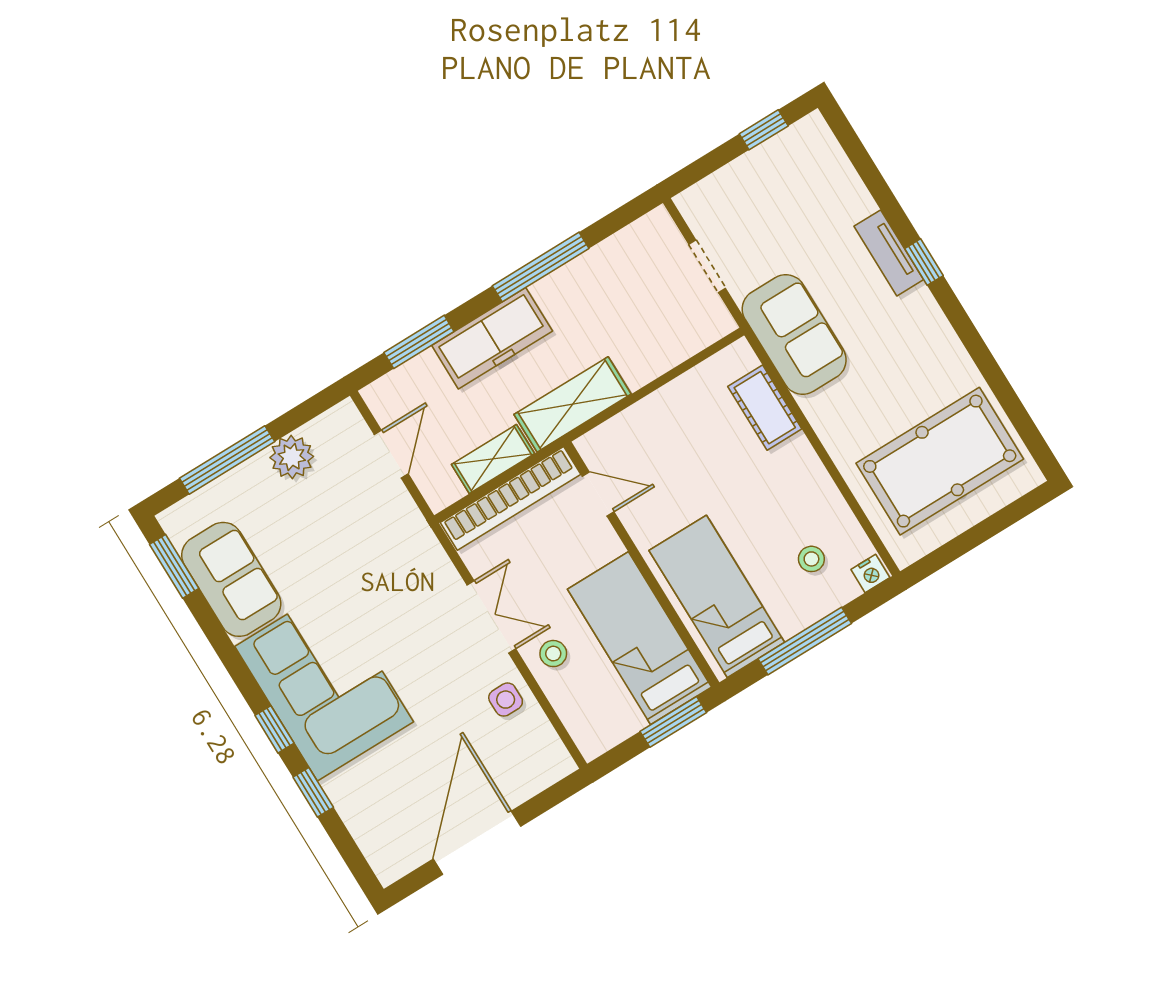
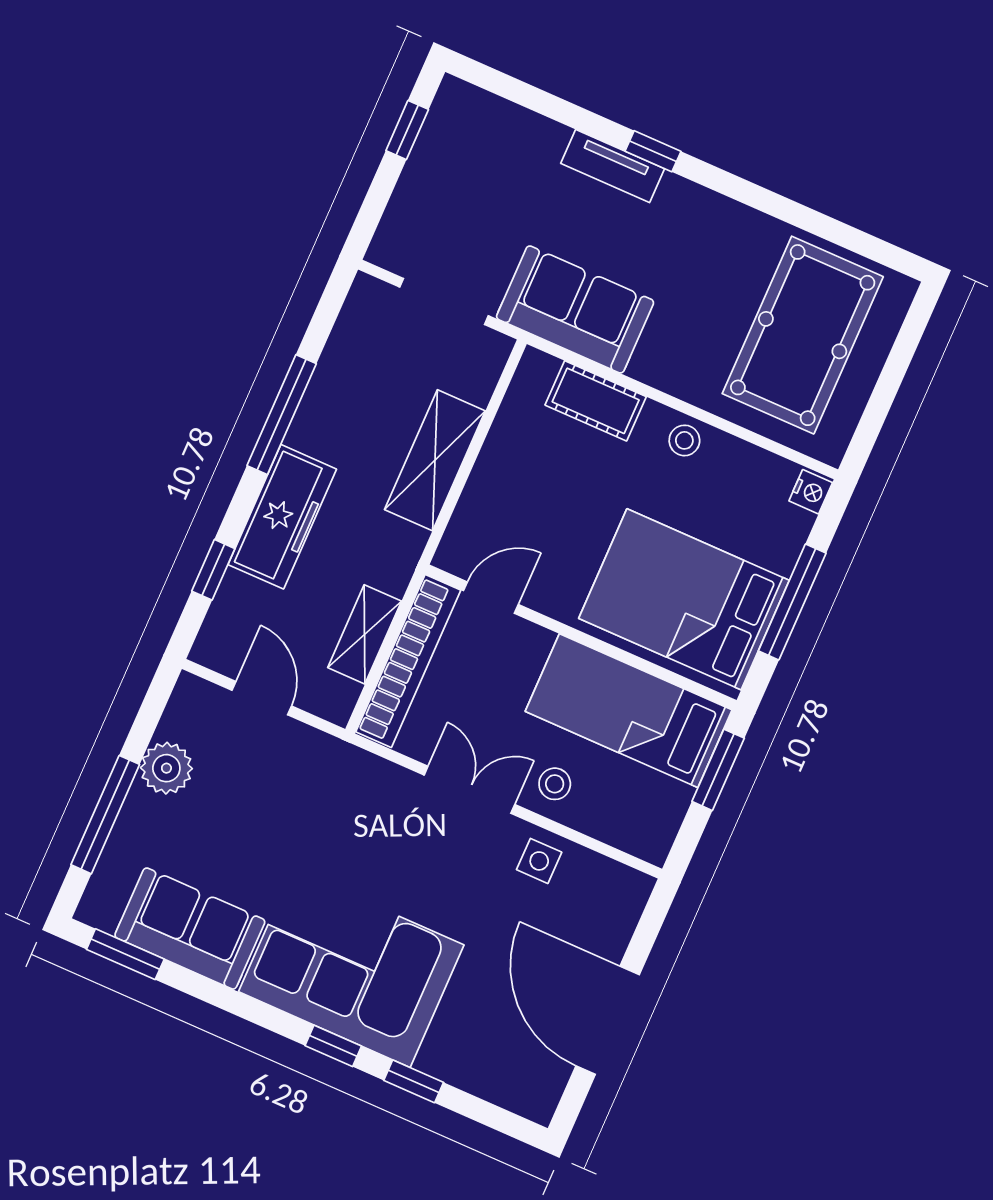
doorway: (707, 266) -> (444, 301), width x1.38
window: (419, 342) -> (213, 570), width x0.67
shelving: (573, 404) -> (435, 460), moved
stool: (811, 559) -> (684, 440), moved
bed: (717, 596) -> (684, 599), width x1.50

